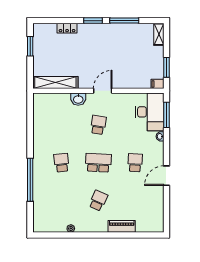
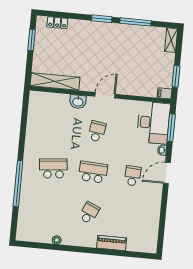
locker: (67, 28) -> (57, 23), moved
school desk: (61, 163) -> (53, 168), width x1.85
door: (166, 176) -> (167, 173), moved

